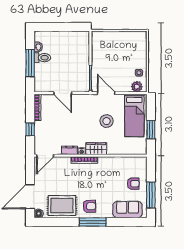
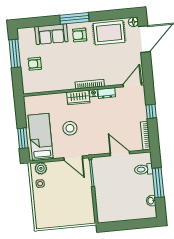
toilet: (42, 58) -> (144, 169), moved
window: (151, 130) -> (23, 138), moved
sofa: (128, 209) -> (51, 34), moved

